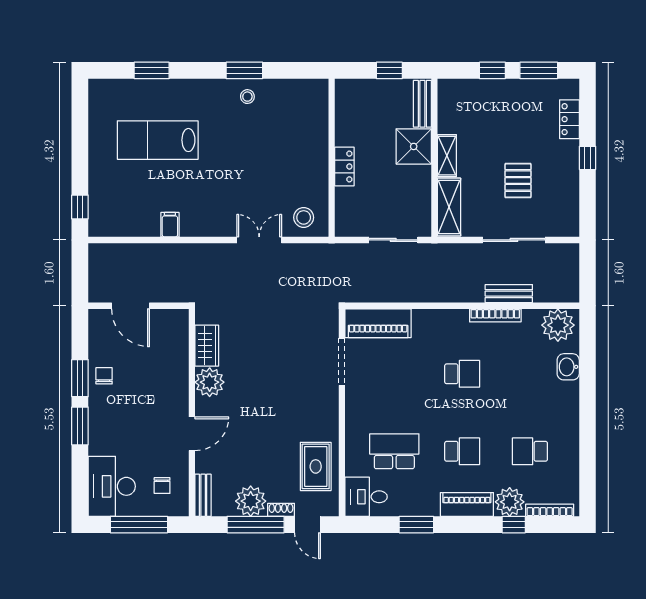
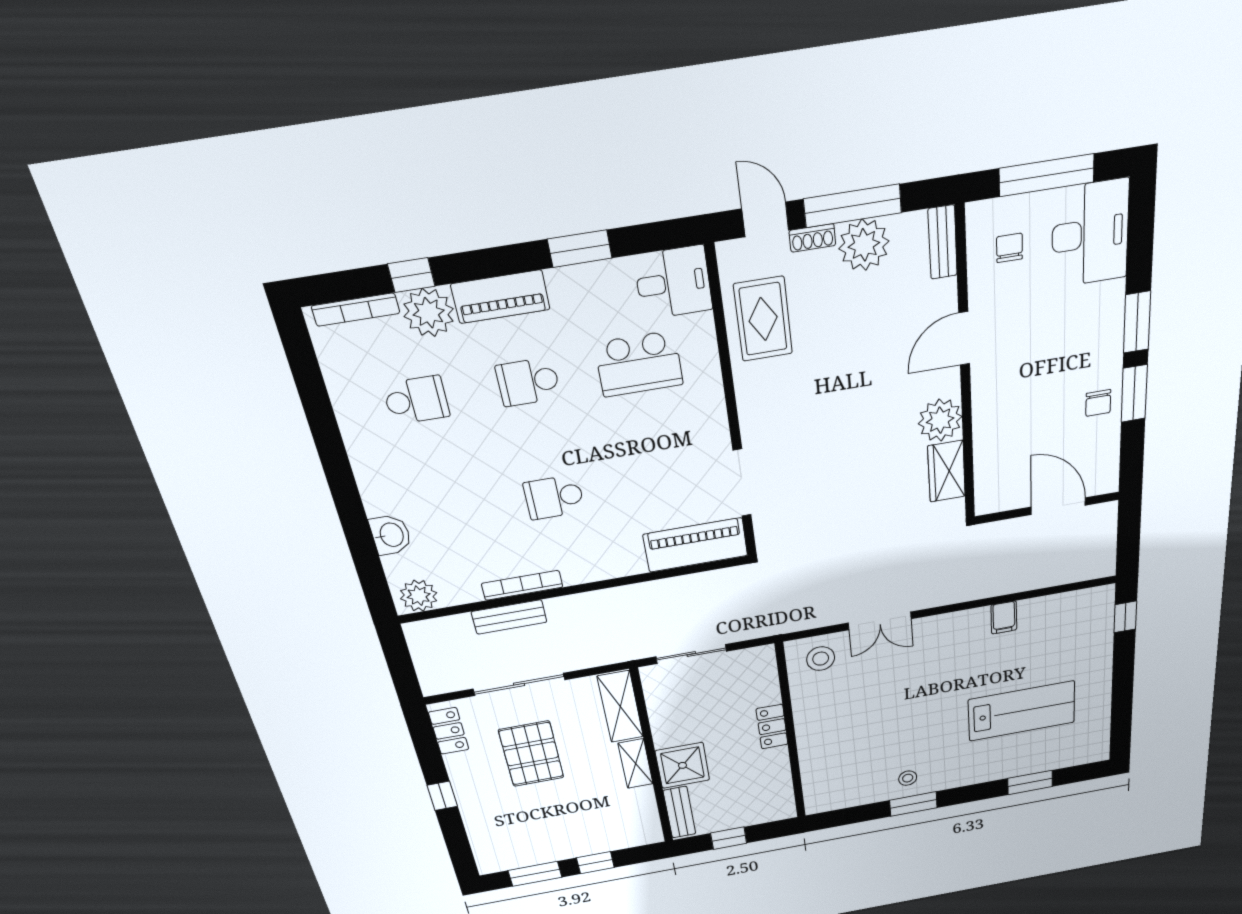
locker: (569, 119) -> (449, 731), moved
pallet: (518, 181) -> (531, 754), width x1.50, depth x1.42
plant: (558, 325) -> (419, 596), width x0.73, depth x0.73

